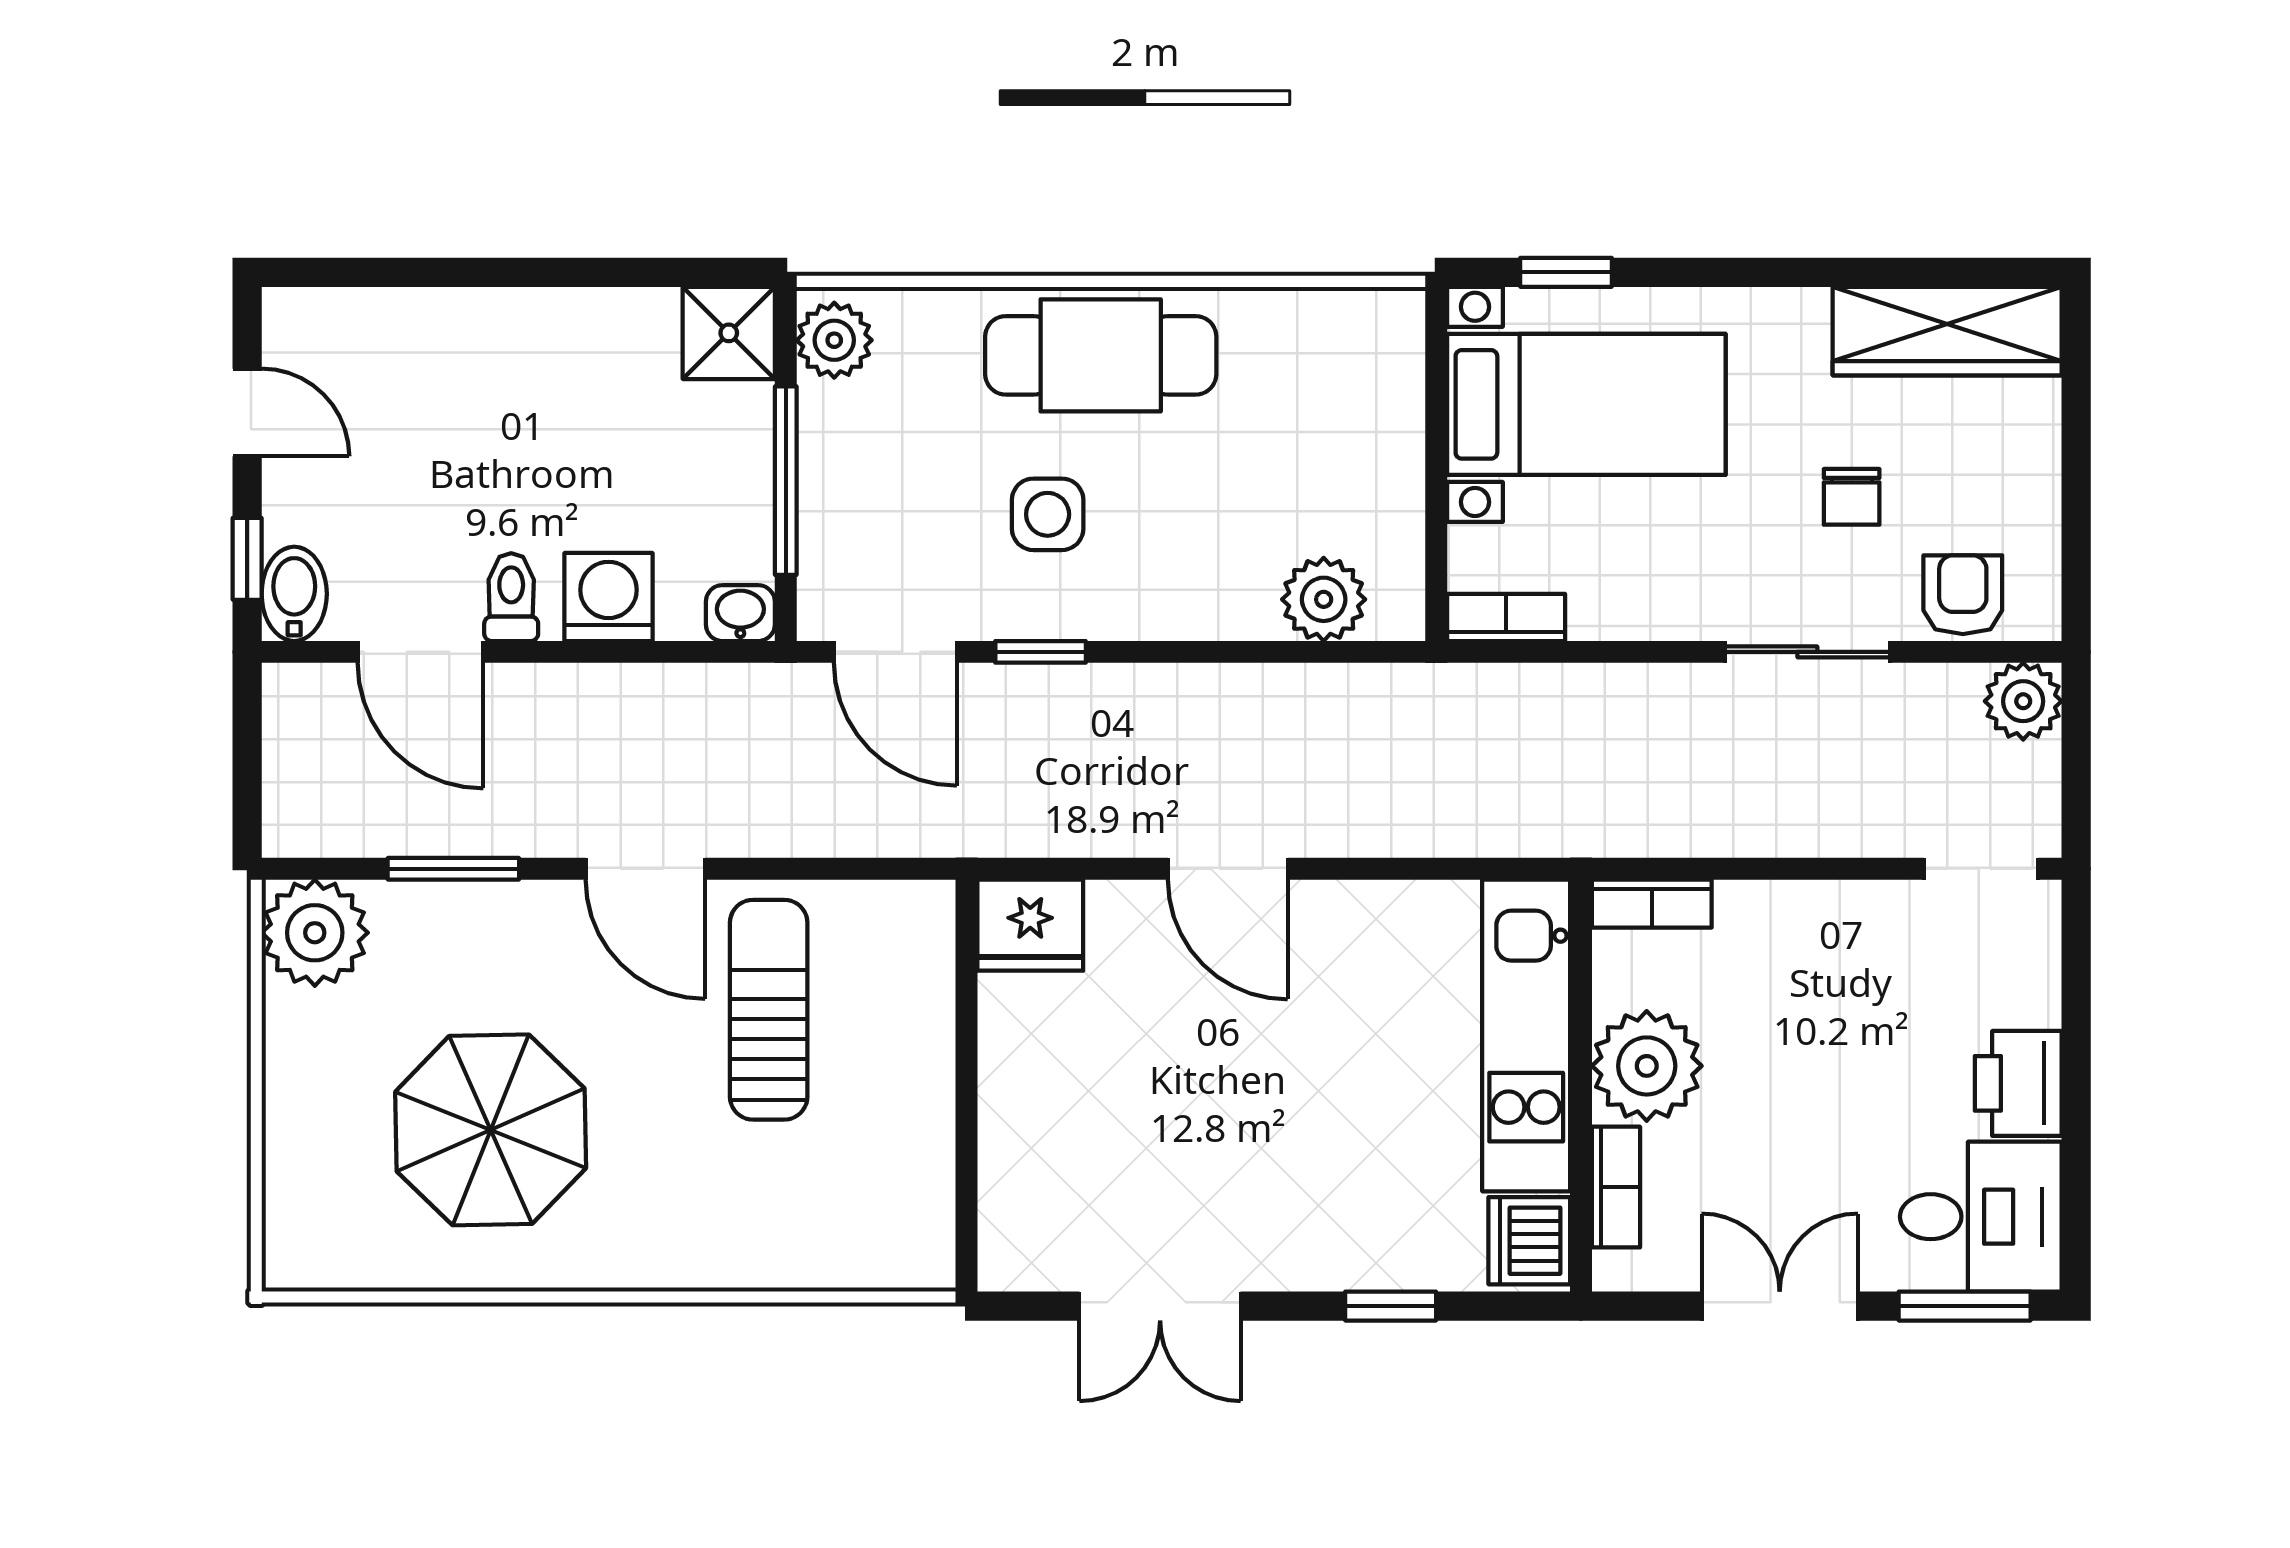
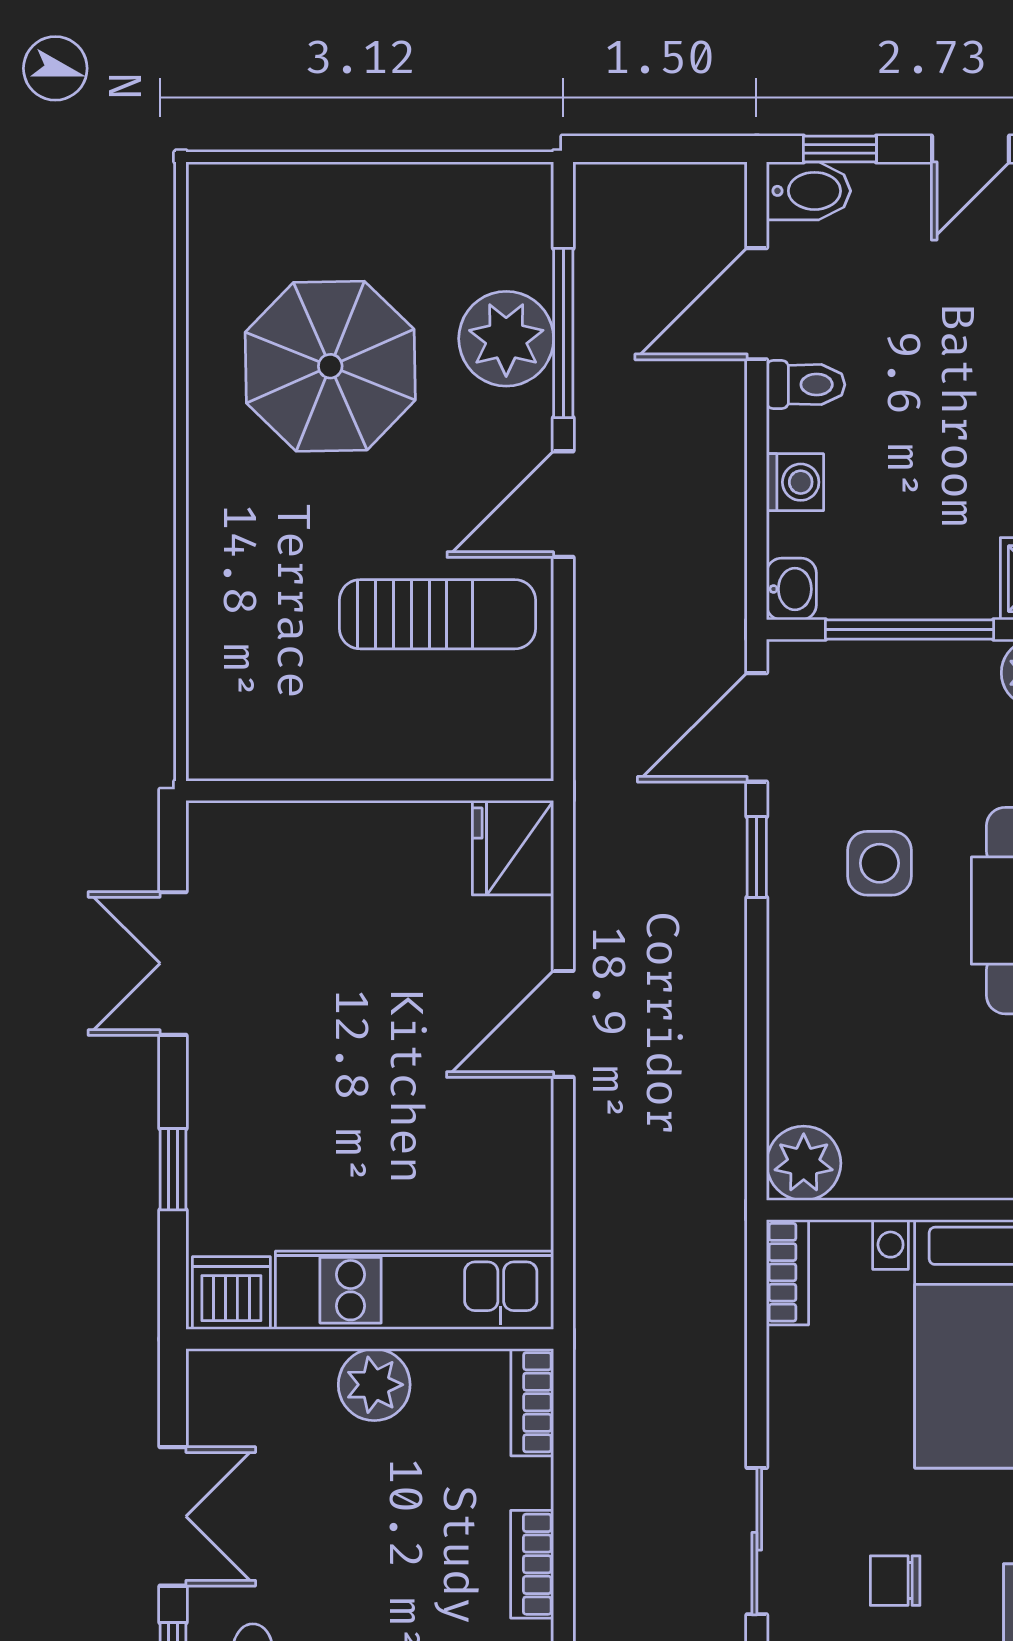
washing machine: (609, 597) -> (795, 482), width x0.73, depth x0.73
plant: (1324, 599) -> (804, 1163), moved
window: (453, 869) -> (563, 333), width x1.44
plant: (315, 933) -> (506, 339), moved
plant: (1647, 1066) -> (374, 1385), width x0.73, depth x0.73
bookcase: (1616, 1187) -> (532, 1564), moved, turned 90

